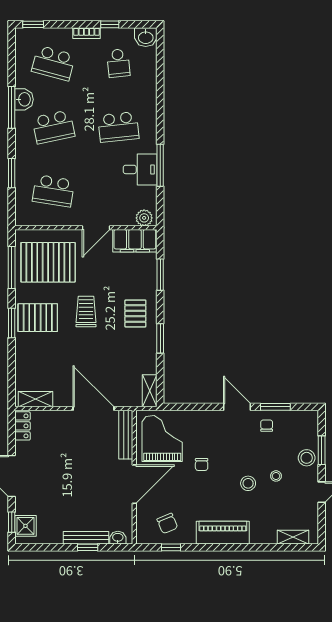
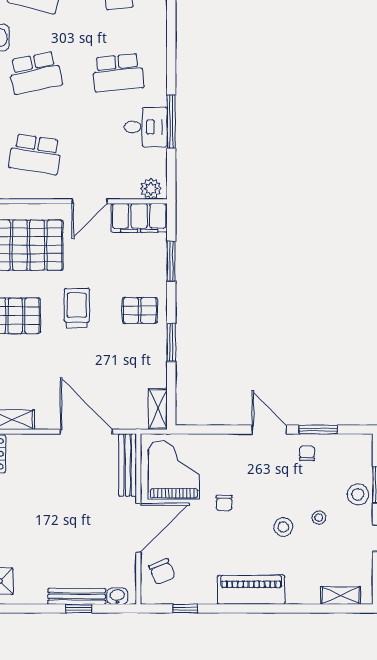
pallet: (135, 313) -> (140, 310), turned 90
chair: (167, 523) -> (162, 572), moved

